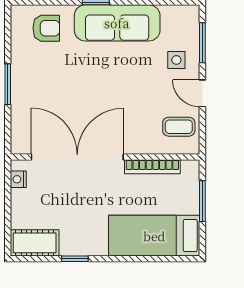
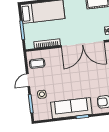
door: (202, 93) -> (28, 80), swing flipped

